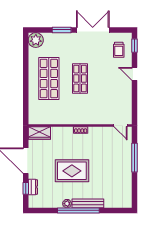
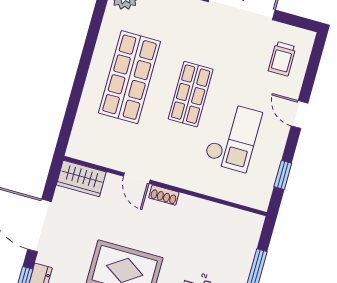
window: (134, 46) -> (283, 175), moved
checkout: (106, 93) -> (233, 137), added
door: (120, 125) -> (137, 178), moved

